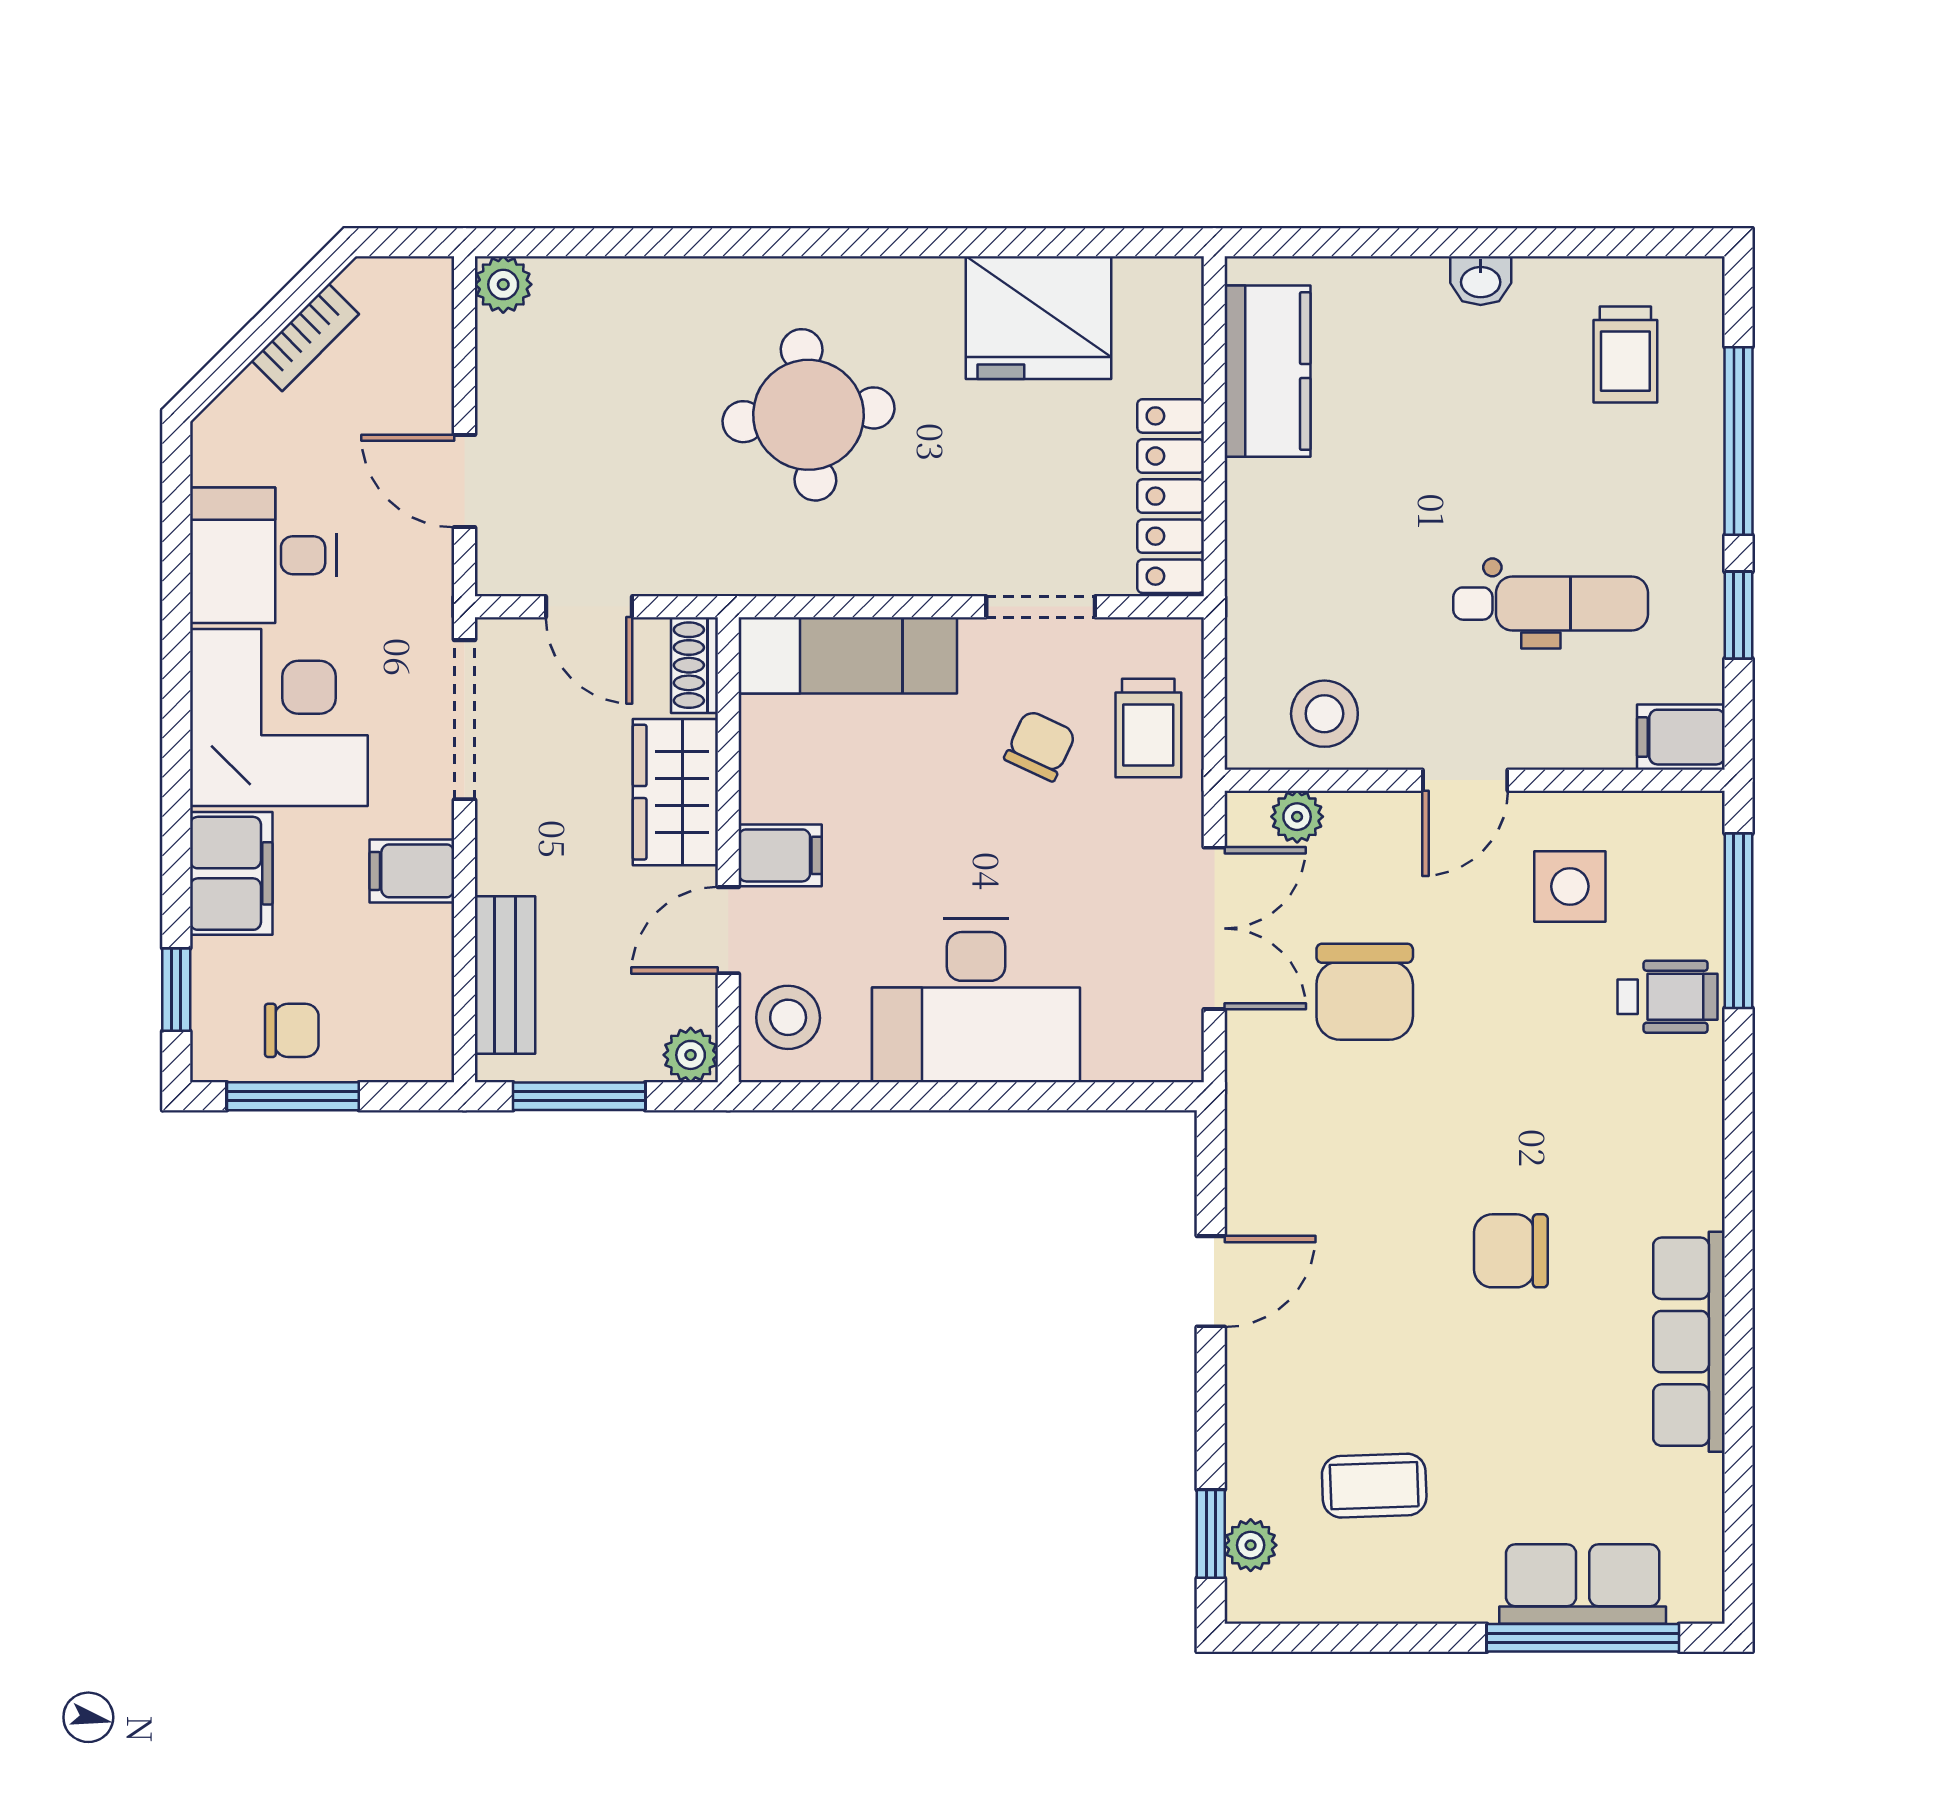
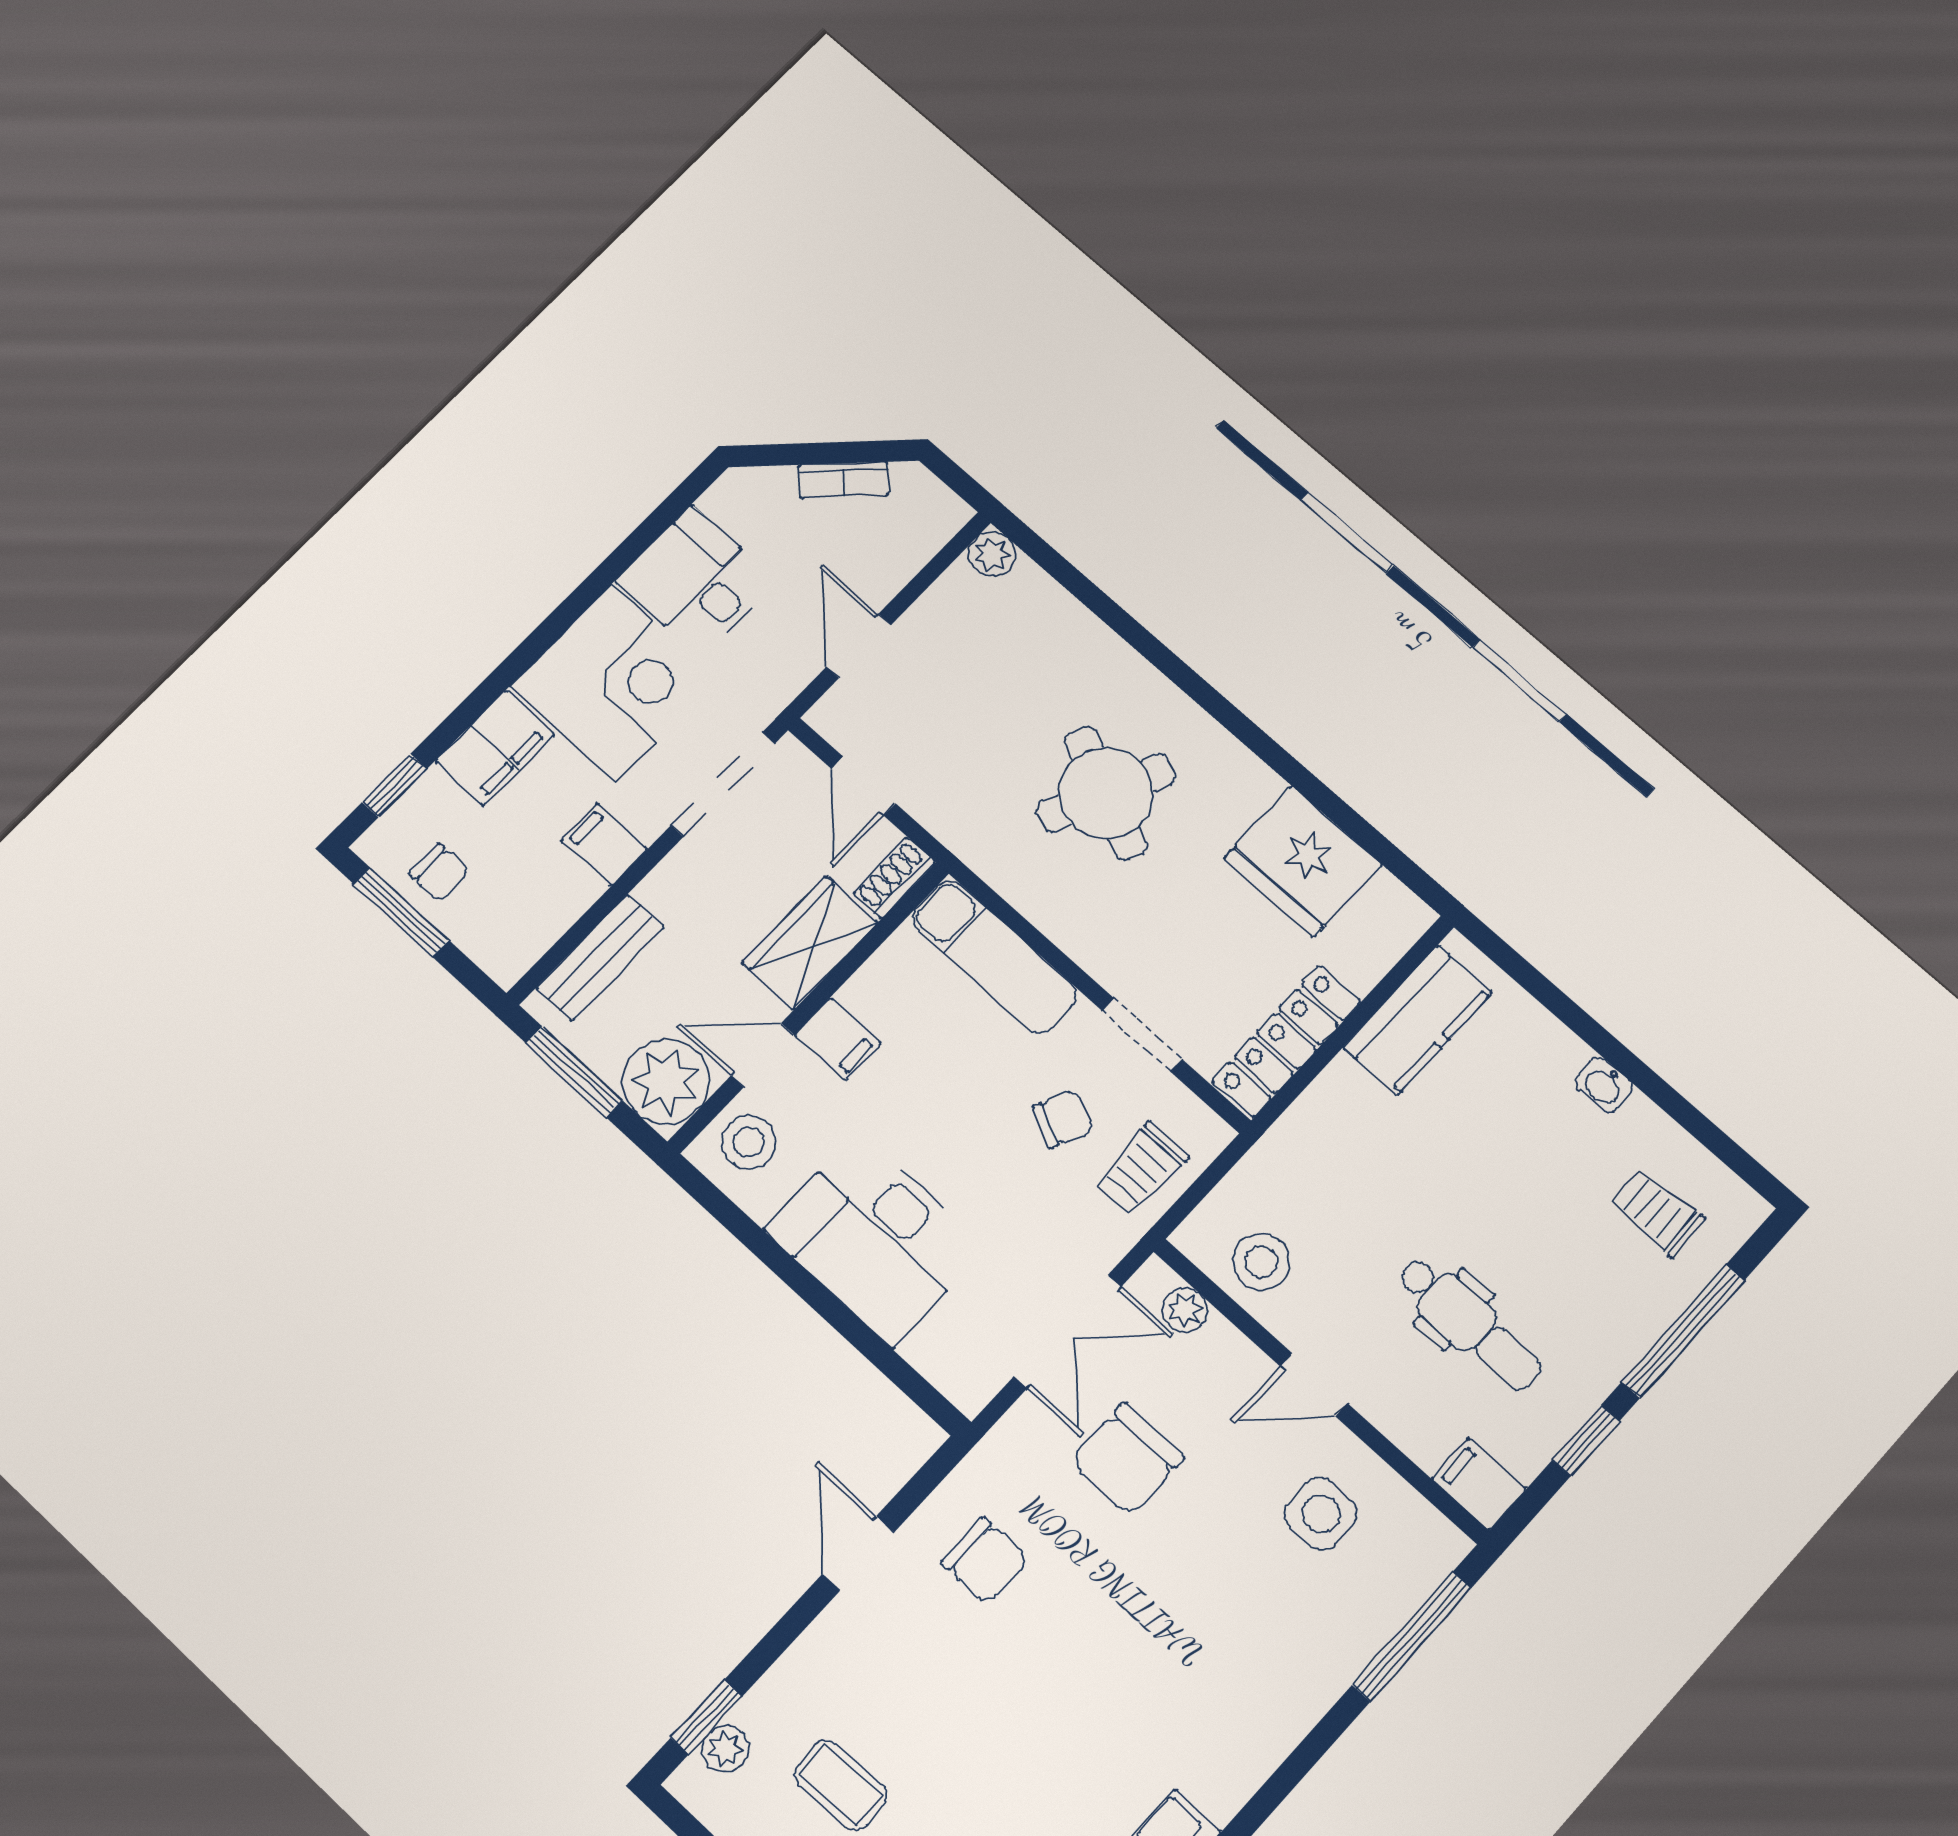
trolley: (1625, 354) -> (1657, 1212), turned 88
round table: (808, 415) -> (1106, 793), turned 30
wheelchair: (1668, 997) -> (1321, 1643), removed
plant: (691, 1055) -> (666, 1082), width x1.88, depth x1.88
chair: (1511, 1251) -> (985, 1560), moved, turned 180
door: (1211, 1281) -> (858, 1553), swing flipped

